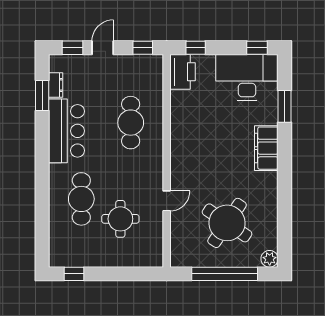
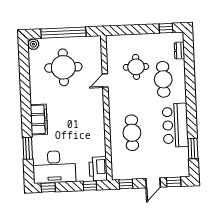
dresser: (56, 85) -> (179, 51), moved
round table: (227, 223) -> (63, 67), turned -34

